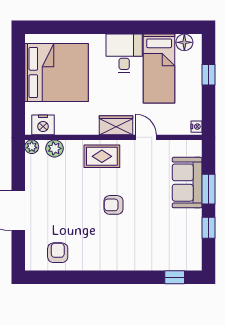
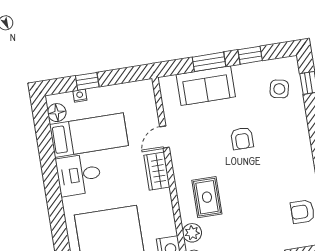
nightstand: (196, 127) -> (80, 96), moved
rug: (102, 156) -> (207, 197), moved
armchair: (113, 205) -> (242, 138), moved
side table: (173, 249) -> (279, 89), added

